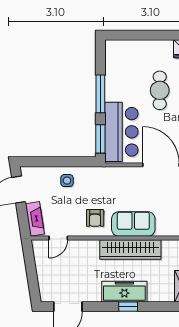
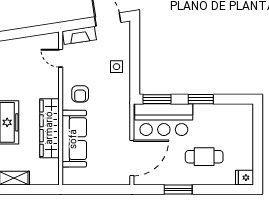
window: (100, 94) -> (201, 99), width x0.69
armchair: (95, 218) -> (80, 94), turned -90
sofa: (133, 224) -> (74, 139), width x1.36

